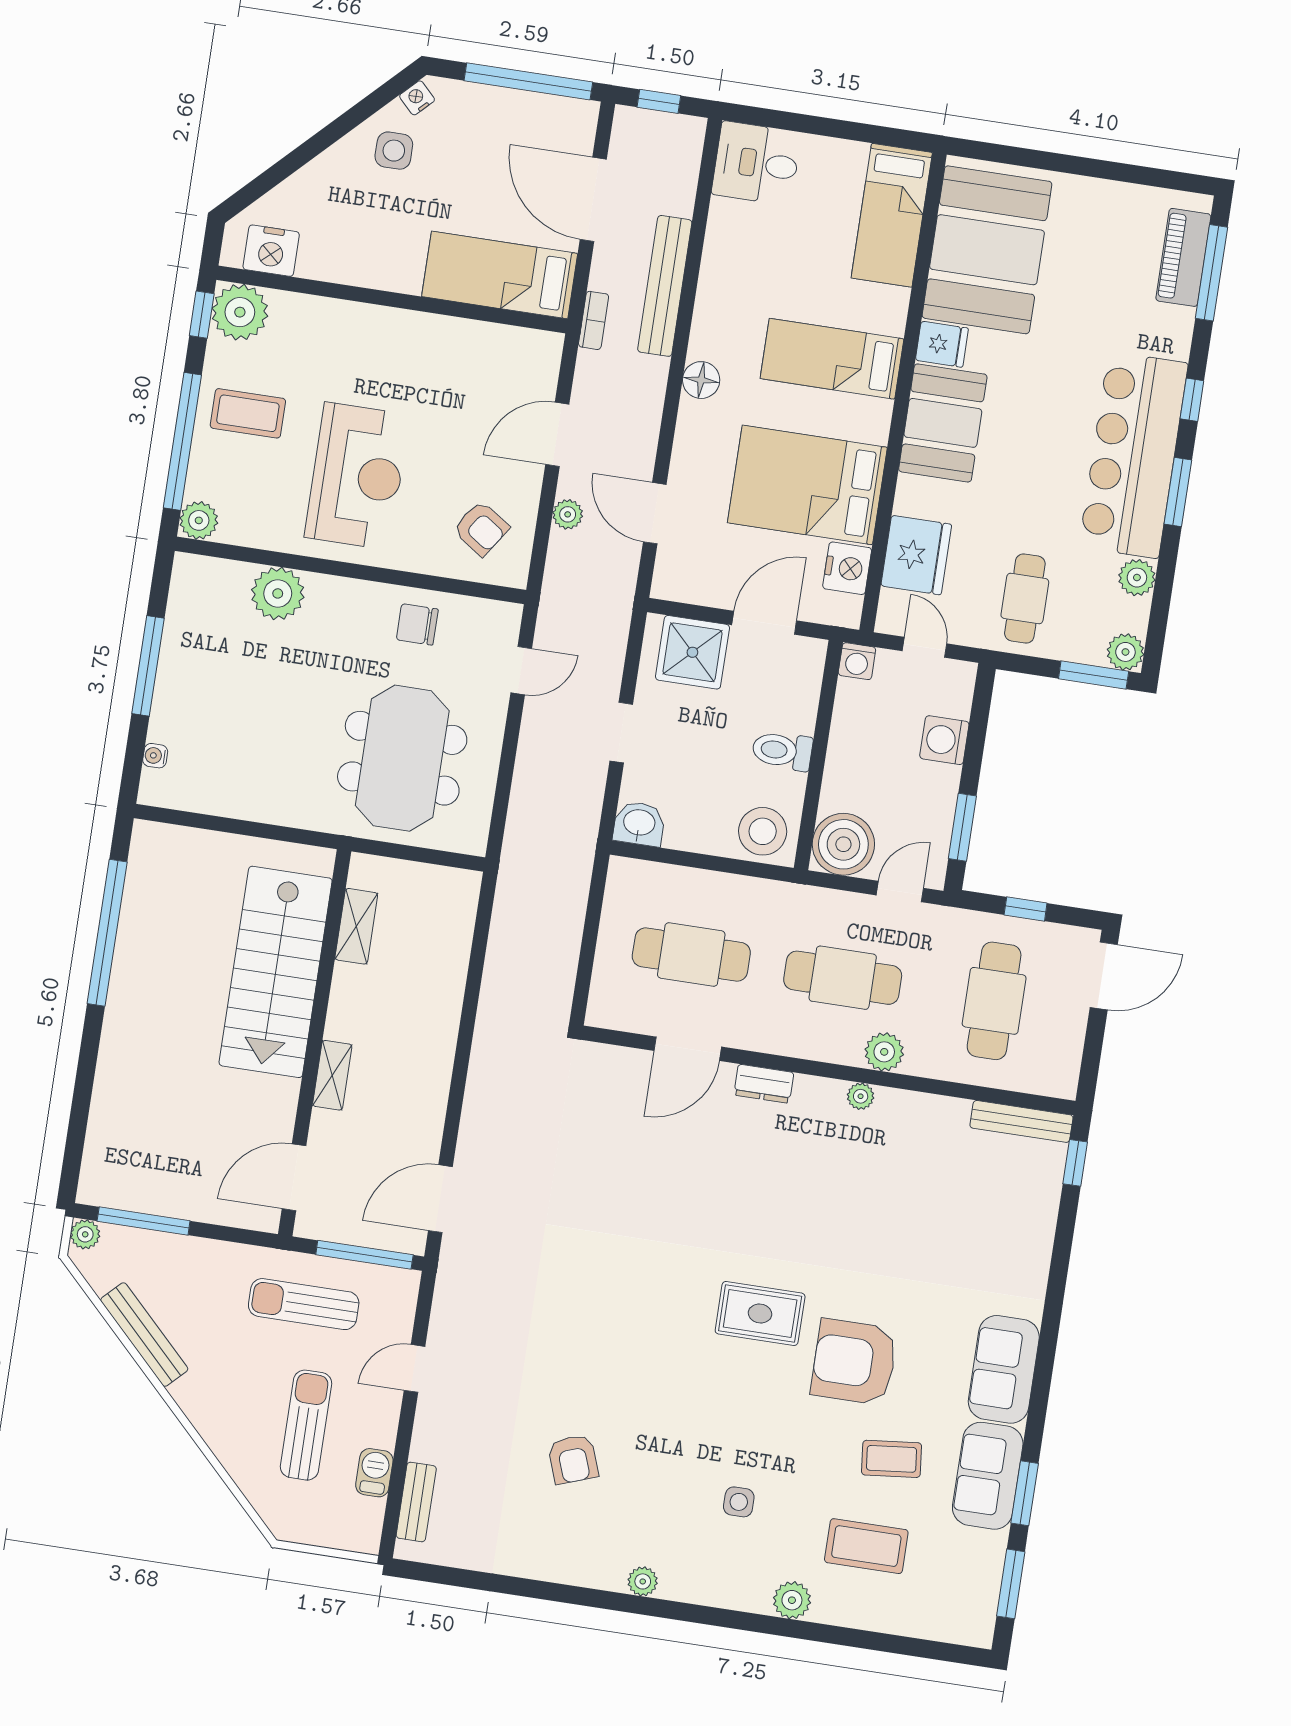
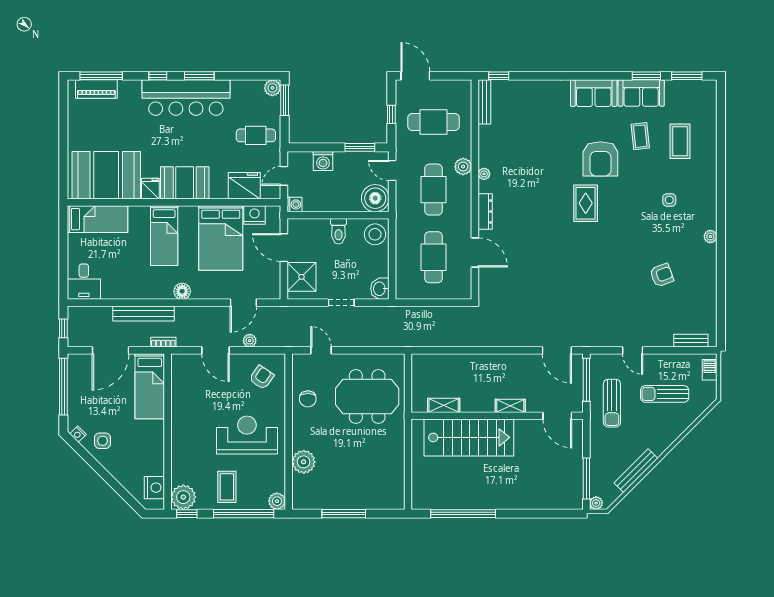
plant: (1137, 578) -> (239, 88), removed
water cooler: (155, 756) -> (383, 504), removed
dresser: (764, 1084) -> (485, 211), width x1.44
barbecue: (374, 1473) -> (710, 370), moved, turned 90
plant: (792, 1600) -> (709, 170), removed

